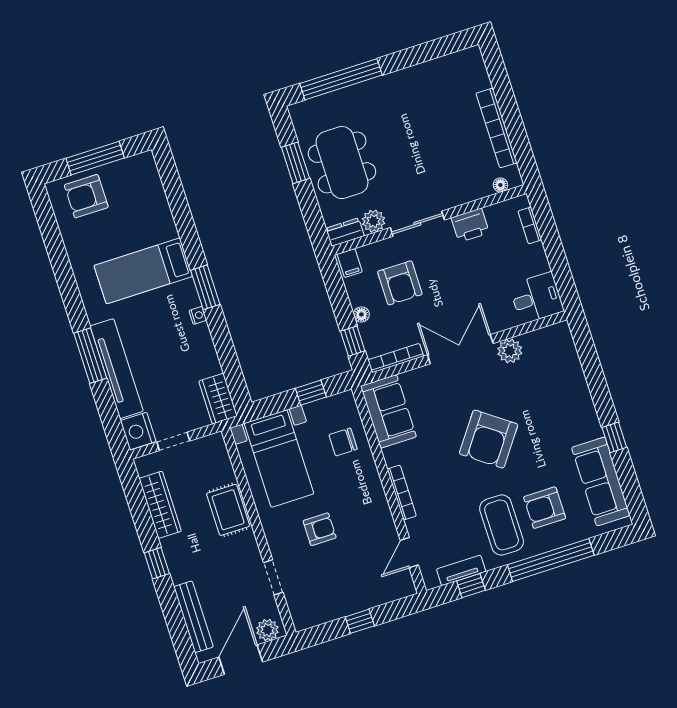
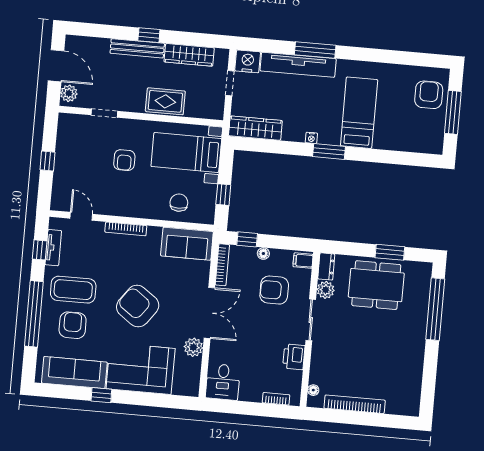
wardrobe: (218, 399) -> (255, 128), width x1.50
corner sofa: (562, 404) -> (141, 369), added
bench: (193, 617) -> (137, 48), moved

